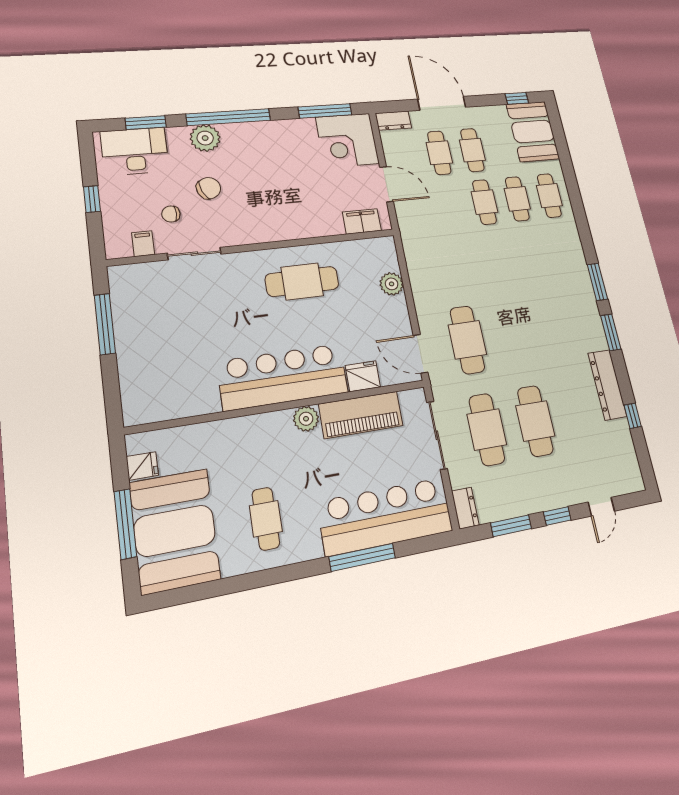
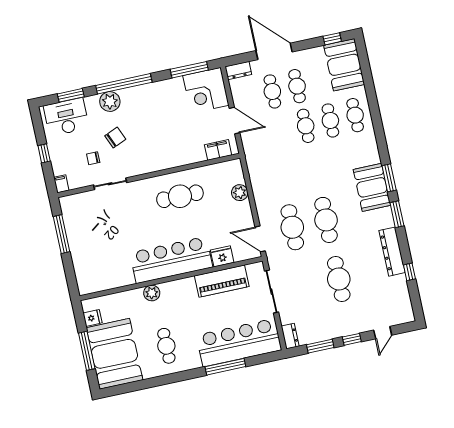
filing cabinet: (143, 244) -> (61, 184), moved
booth: (576, 293) -> (372, 187), added
plant: (306, 419) -> (152, 293), moved
cafe table: (487, 429) -> (326, 220), moved

